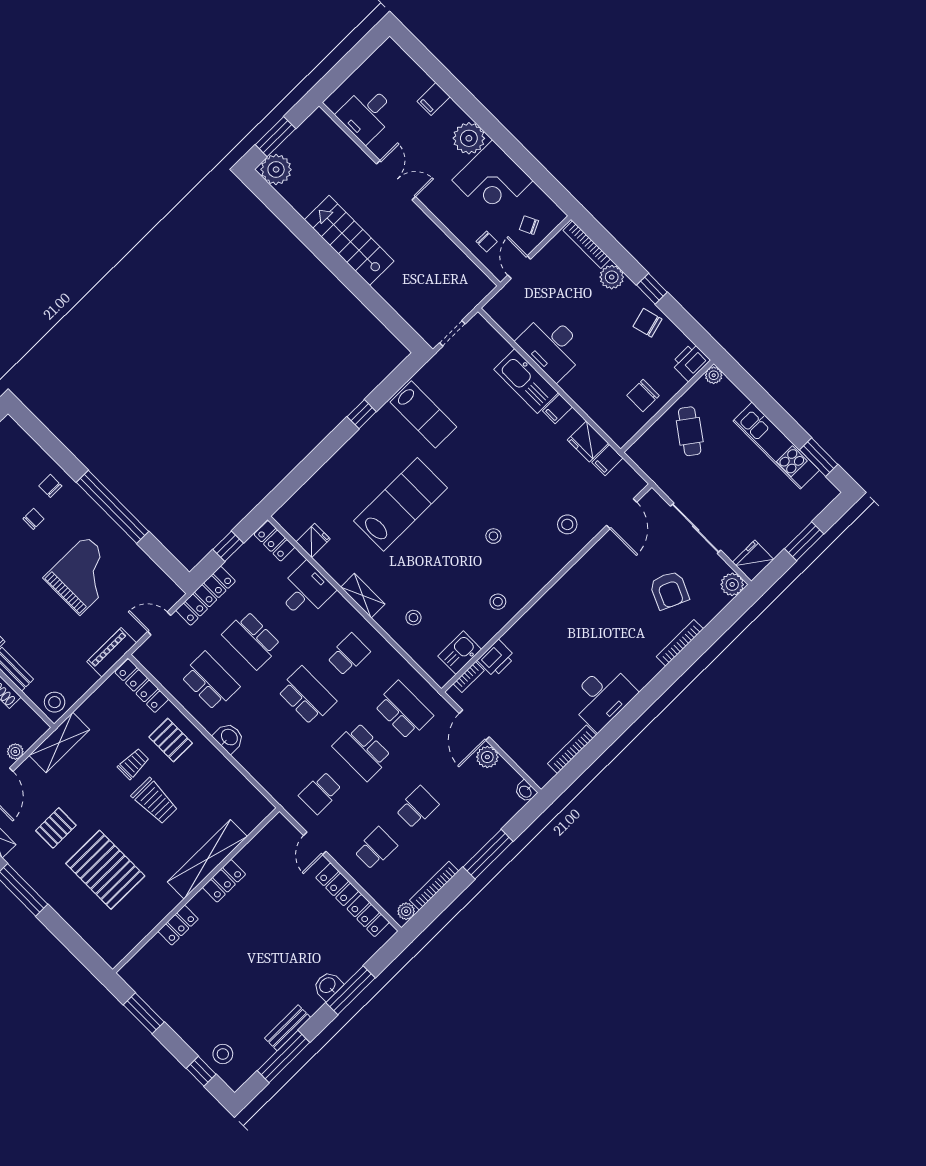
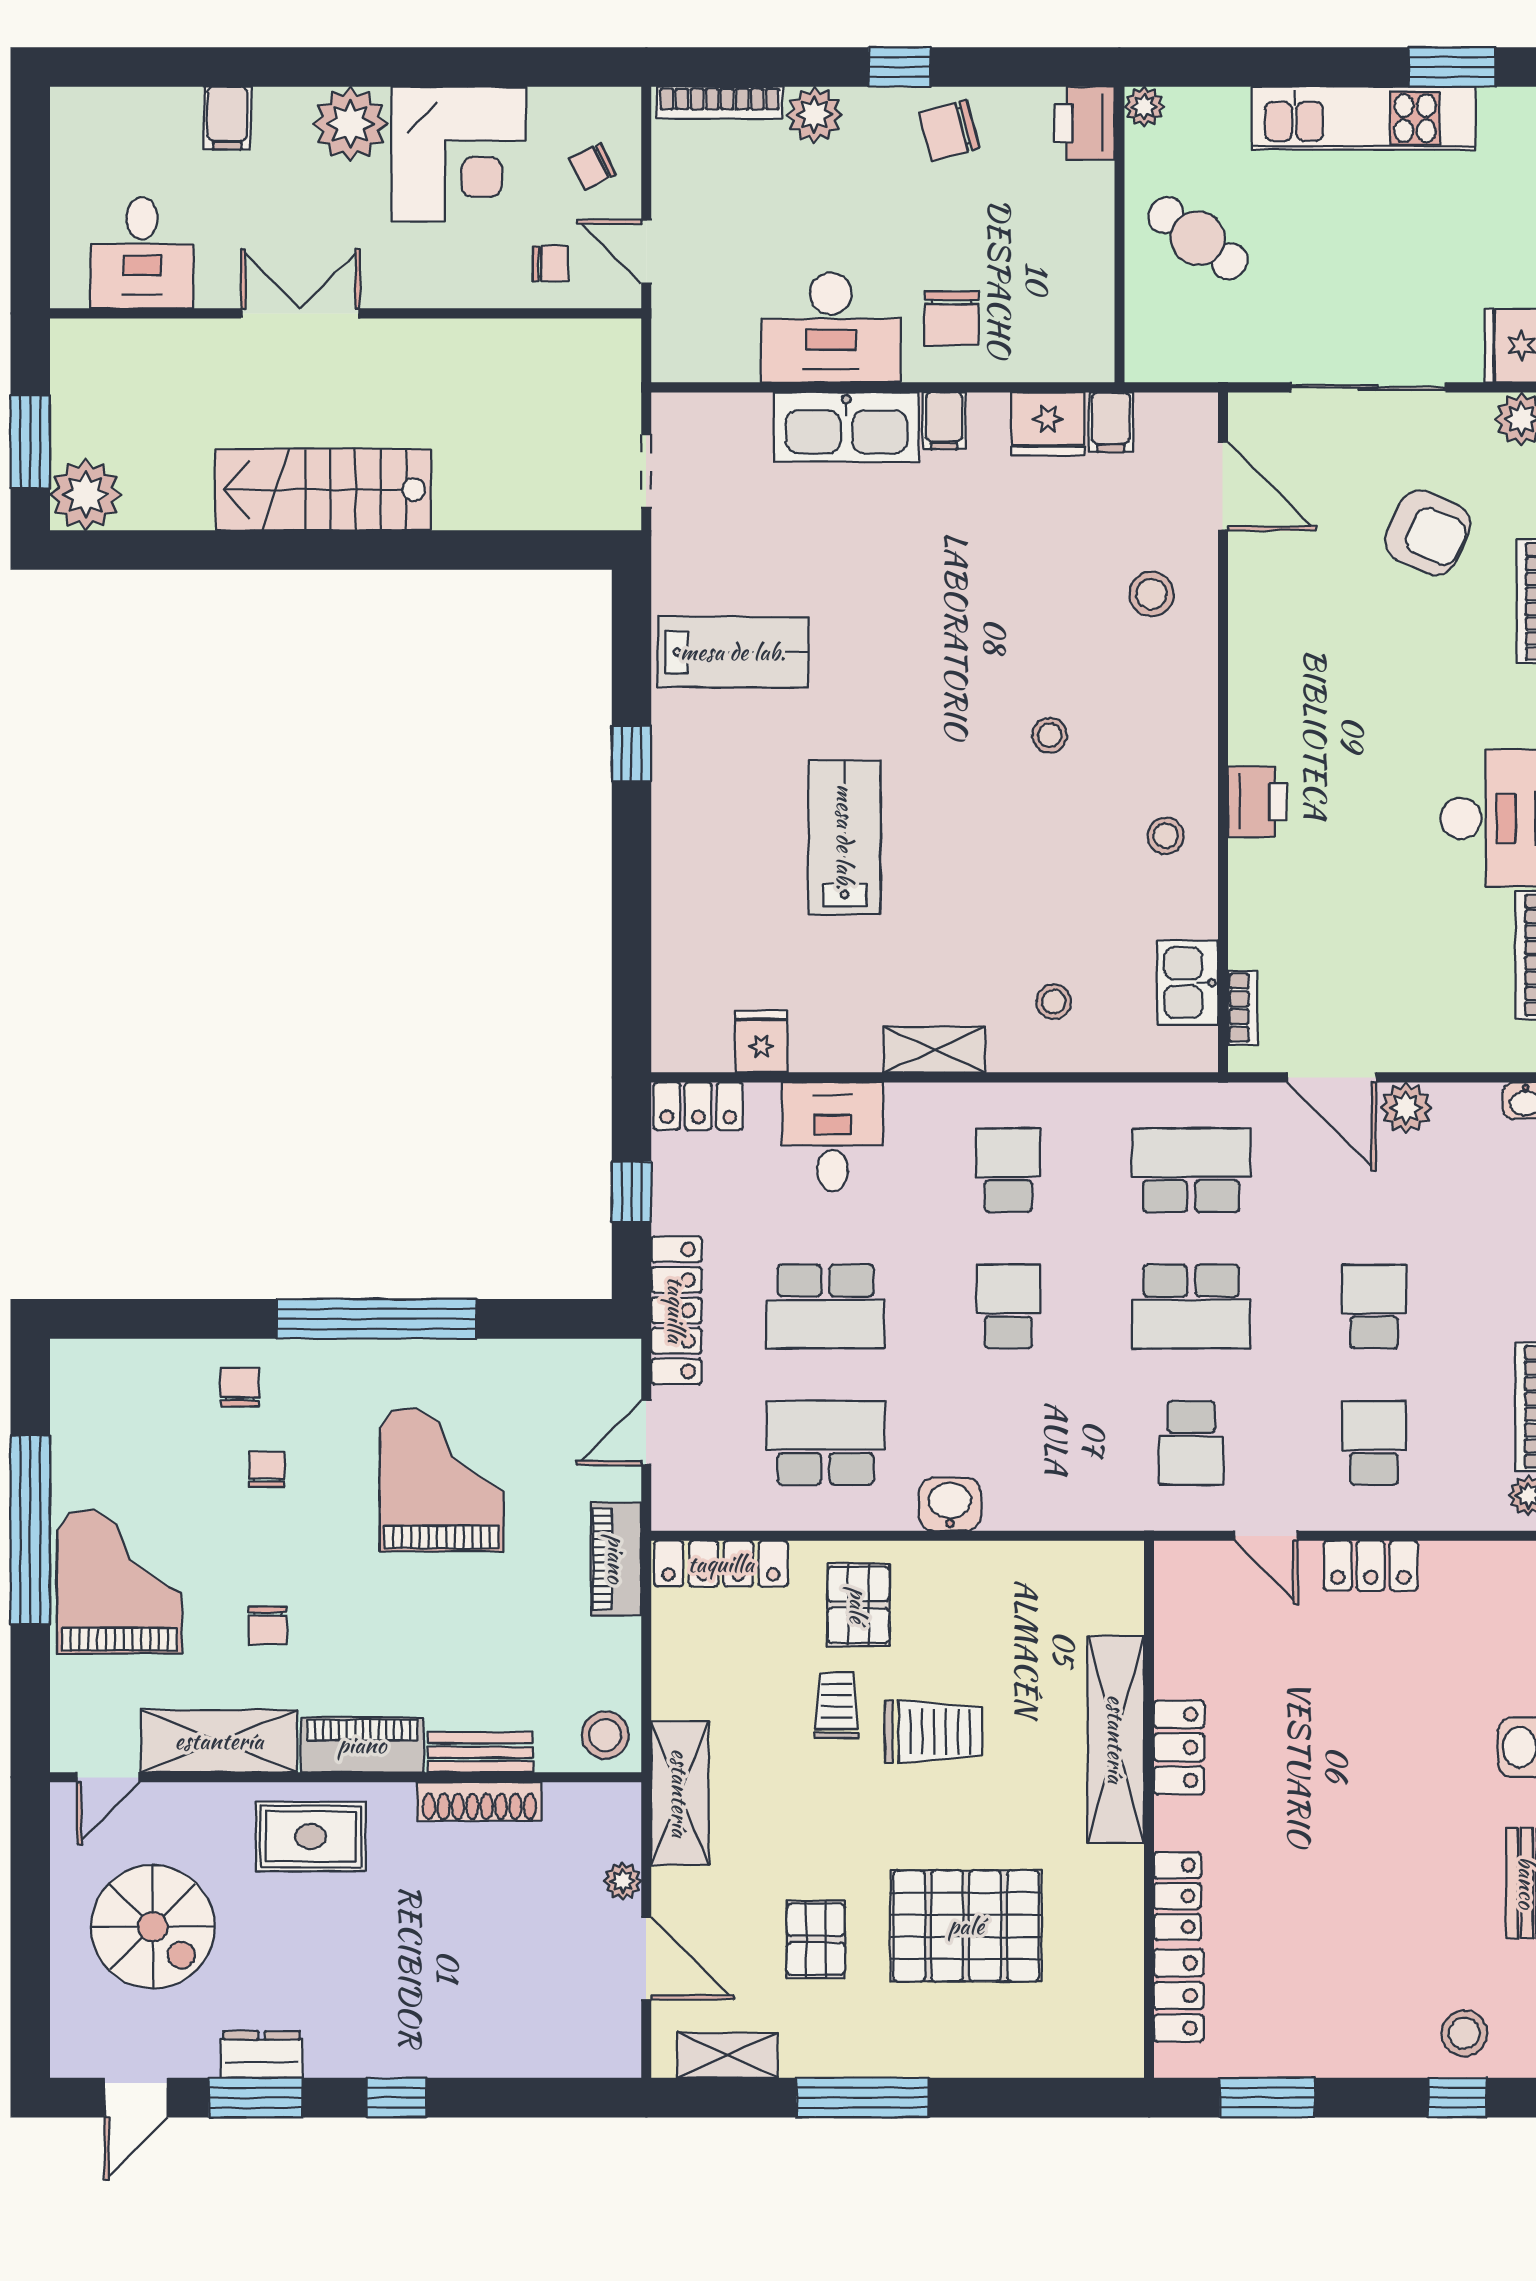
chair: (643, 396) -> (952, 318), moved
chair: (50, 486) -> (240, 1387), turned 90
lab bench: (400, 504) -> (845, 837), width x0.73, depth x0.72
printer: (496, 658) -> (1257, 802), moved
school desk: (307, 696) -> (1008, 1307), width x0.54
pallet: (171, 740) -> (858, 1605), turned 90
locker: (368, 916) -> (1179, 1996), moved, turned -90

